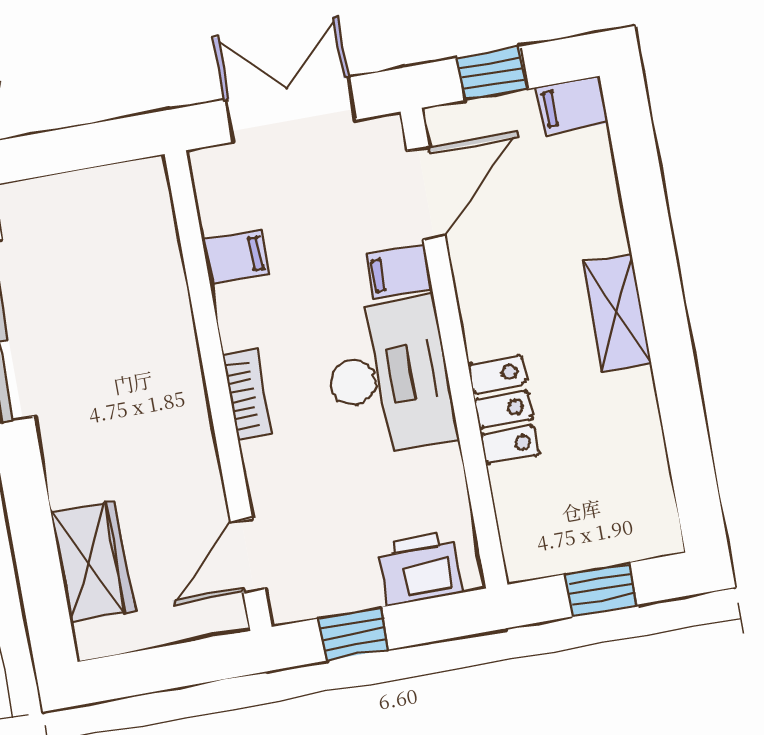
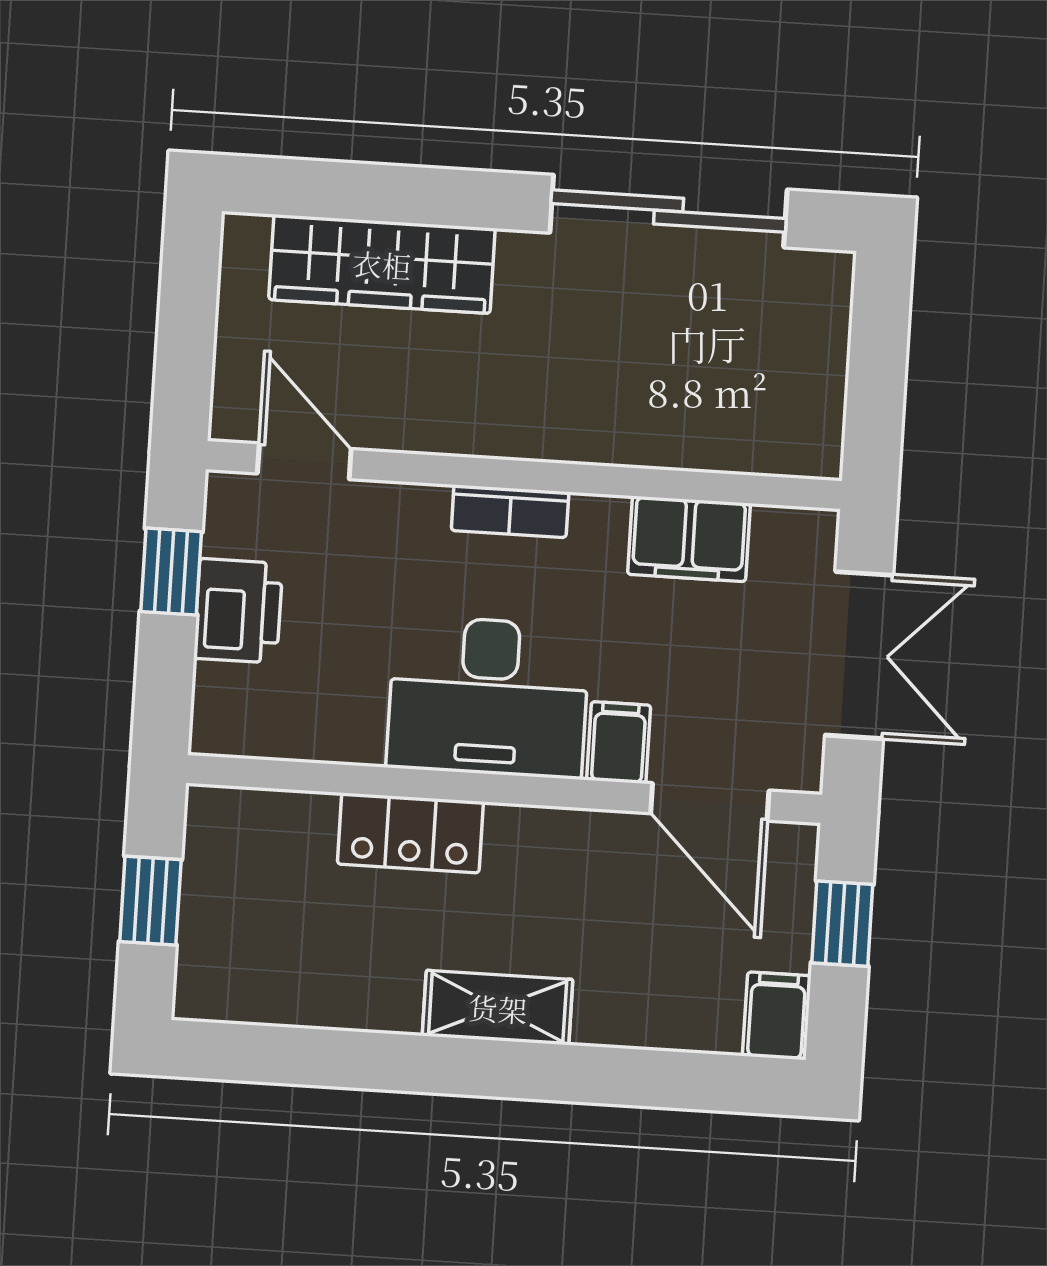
filing cabinet: (235, 257) -> (689, 539), width x2.00
wardrobe: (93, 562) -> (382, 264), width x1.50
printer: (420, 568) -> (238, 611), moved

